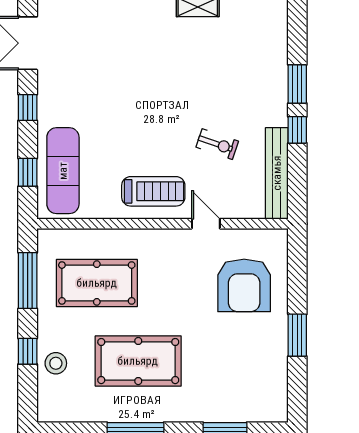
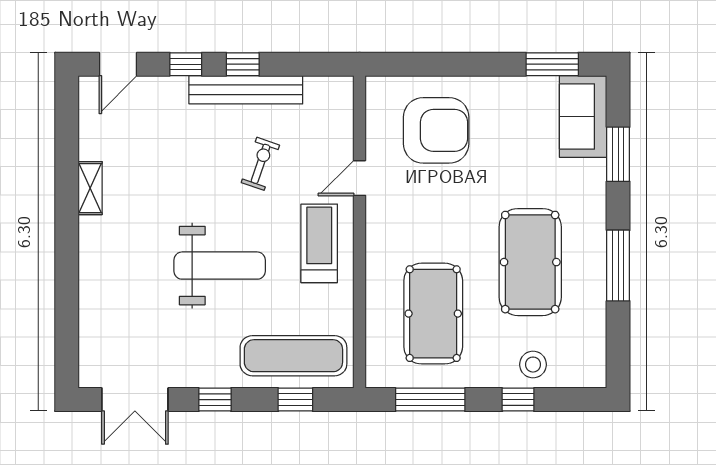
door: (297, 30) -> (118, 64), added
window: (297, 84) -> (186, 64), width x0.67
weight bench: (135, 111) -> (220, 266), added
bench: (277, 173) -> (246, 90), moved
window: (297, 335) -> (552, 64), moved
sofa: (255, 404) -> (583, 117), added

